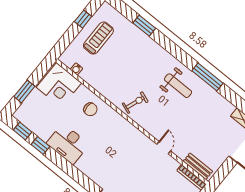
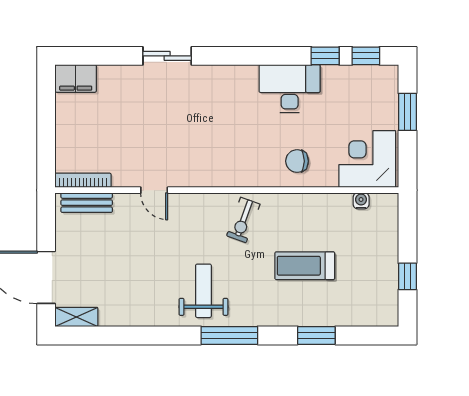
treadmill: (98, 38) -> (305, 266), moved, turned 90
window: (207, 77) -> (229, 335), moved
weight bench: (178, 86) -> (203, 291), turned 90

